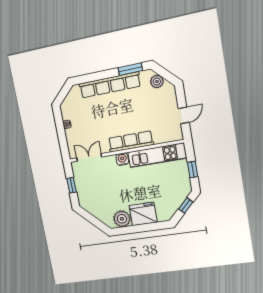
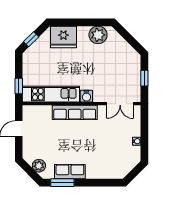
row of seats: (110, 85) -> (70, 172), width x0.50
window: (193, 170) -> (19, 86), moved
fridge: (143, 214) -> (63, 37), moved

